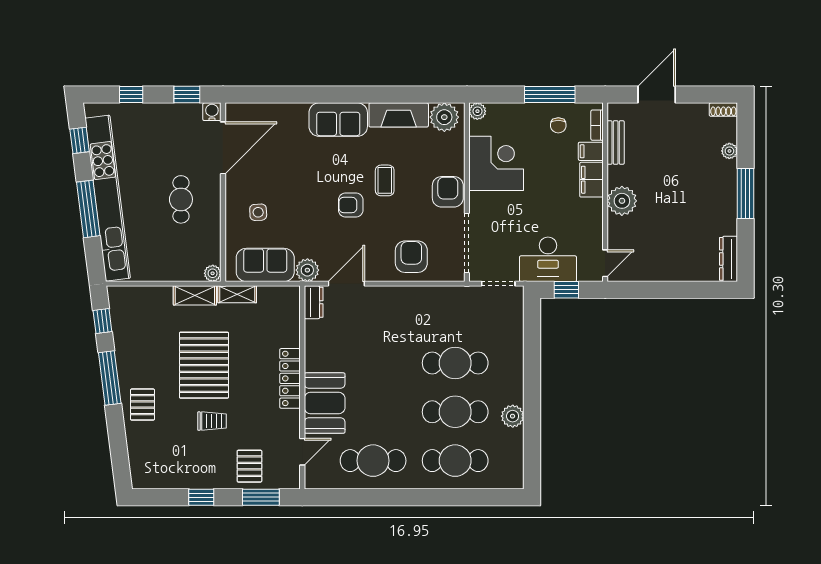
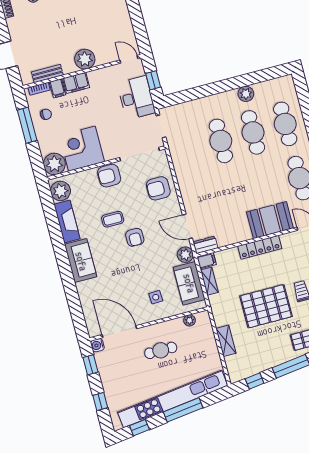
plant: (477, 111) -> (54, 164), width x1.88, depth x1.88
plant: (213, 273) -> (190, 320), moved
shelving: (237, 294) -> (209, 281), moved
shelving: (195, 295) -> (226, 341), moved
filing cabinet: (291, 298) -> (207, 261), added

